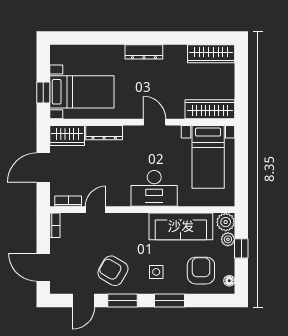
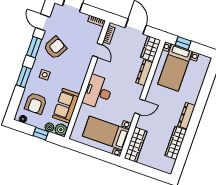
wardrobe: (211, 54) -> (176, 143), moved
sofa: (181, 226) -> (66, 106), width x0.73
armchair: (201, 271) -> (36, 103), turned 90

